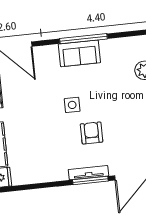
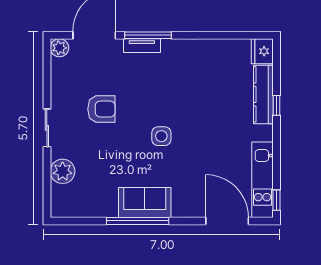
armchair: (92, 133) -> (101, 109), moved, turned -90
tv unit: (88, 173) -> (142, 46), width x0.71

